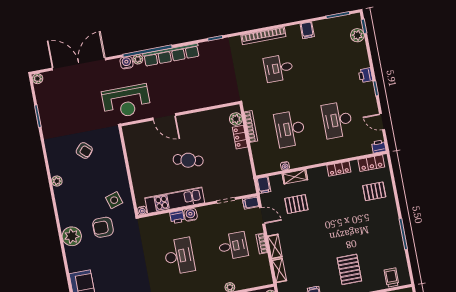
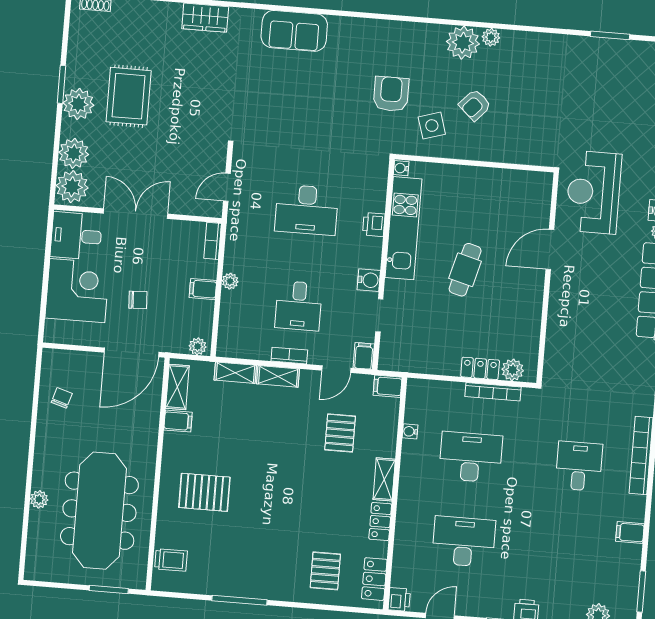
armchair: (84, 150) -> (475, 105), moved
shelving: (295, 177) -> (384, 479), moved
water cooler: (191, 215) -> (369, 280), moved
plant: (72, 236) -> (463, 43), moved

